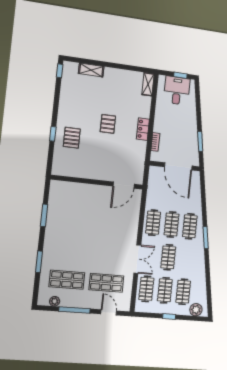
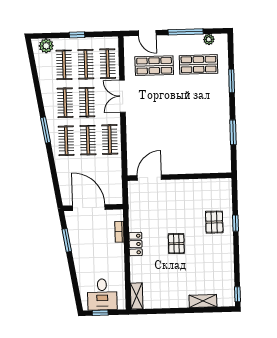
clothes rail: (187, 259) -> (65, 103), added

